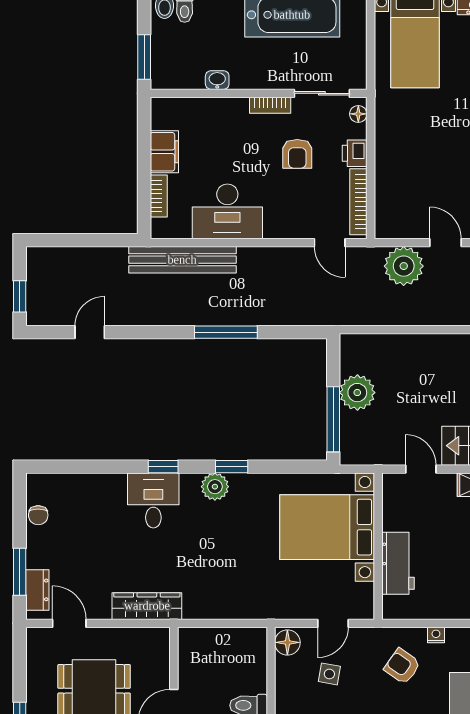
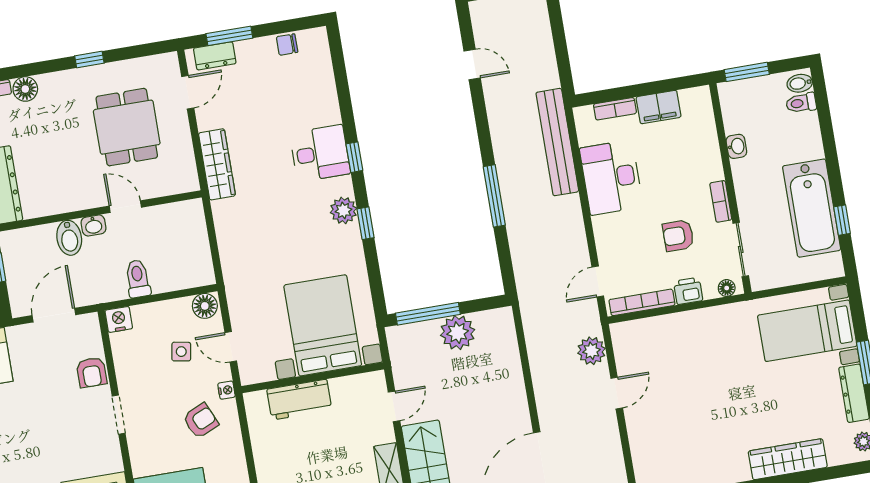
plant: (404, 266) -> (591, 351), width x0.73, depth x0.73
nightstand: (436, 635) -> (226, 390), moved
armchair: (402, 666) -> (201, 421), turned 31

